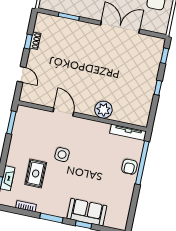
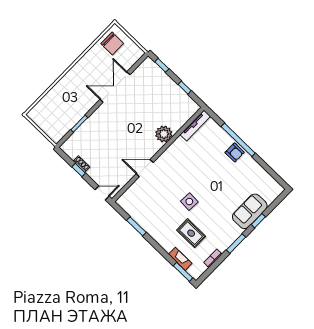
plant: (103, 110) -> (164, 134), moved
door: (63, 112) -> (145, 168), moved
wall: (82, 116) -> (158, 154), moved
tv unit: (128, 132) -> (195, 126), moved

